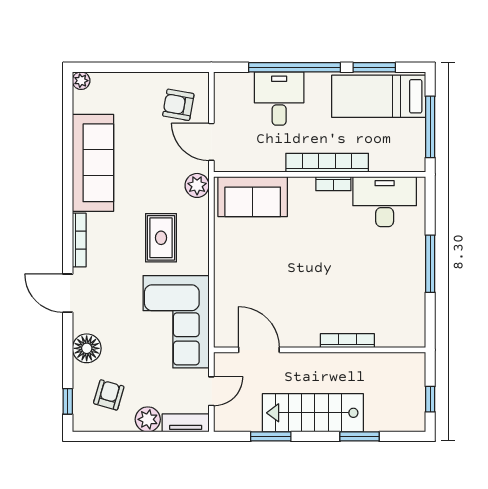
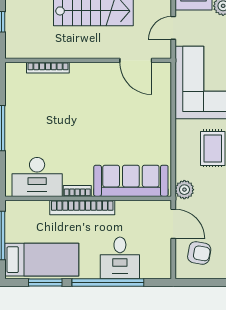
sofa: (253, 197) -> (131, 181), width x1.36
bookcase: (347, 341) -> (48, 68), moved

